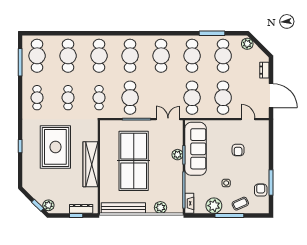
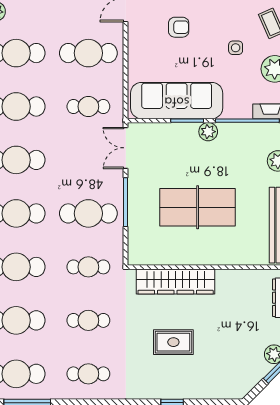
cafe table: (192, 98) -> (88, 106), width x0.73, depth x0.74
rug: (55, 147) -> (173, 342), width x0.54, depth x0.49
plant: (177, 155) -> (208, 132), moved
table tennis table: (134, 161) -> (198, 207), width x0.73, depth x0.76
wardrobe: (91, 164) -> (176, 282), moved

